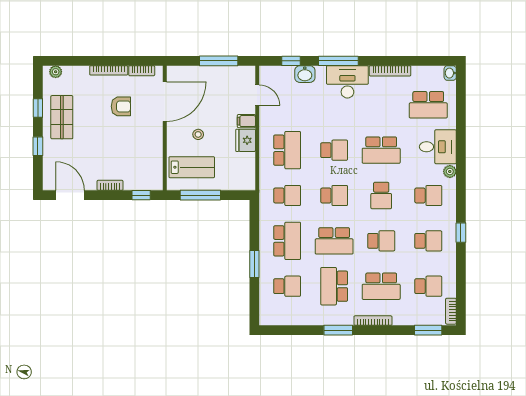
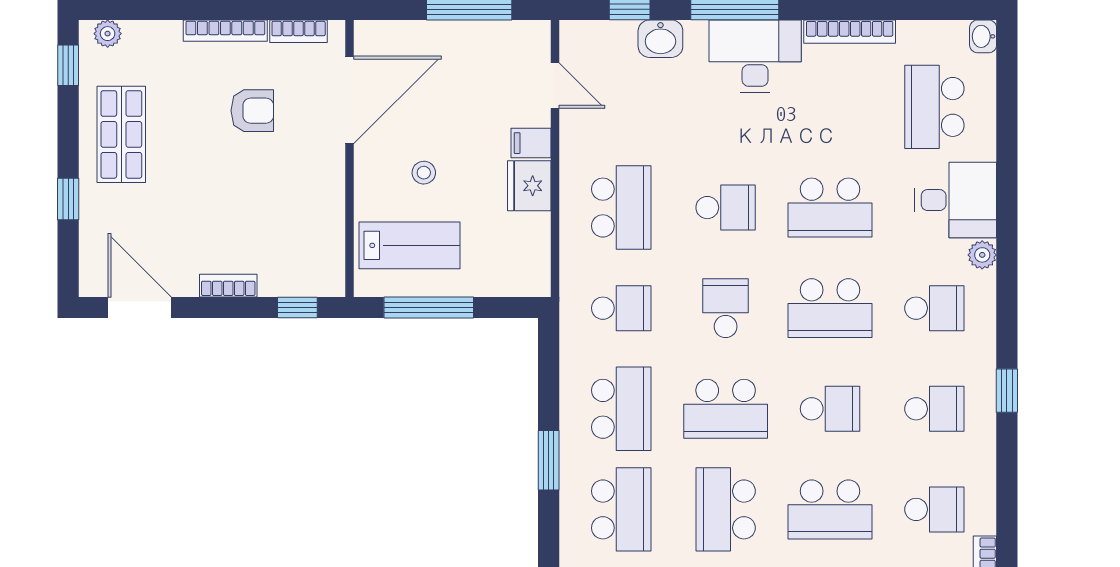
school desk: (428, 105) -> (934, 107), turned 90
window: (38, 108) -> (68, 65), moved
school desk: (334, 195) -> (726, 308), turned -90
school desk: (381, 195) -> (830, 308), width x1.85
school desk: (287, 286) -> (621, 509), width x1.85

